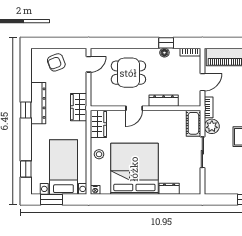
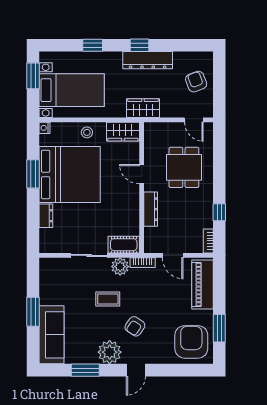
floor lamp: (164, 53) -> (208, 210), removed
window: (26, 169) -> (93, 45), moved
window: (134, 200) -> (33, 174), added

